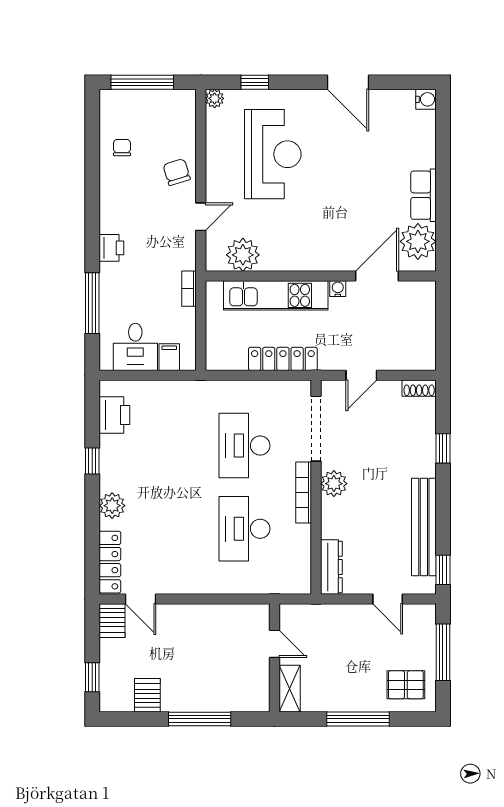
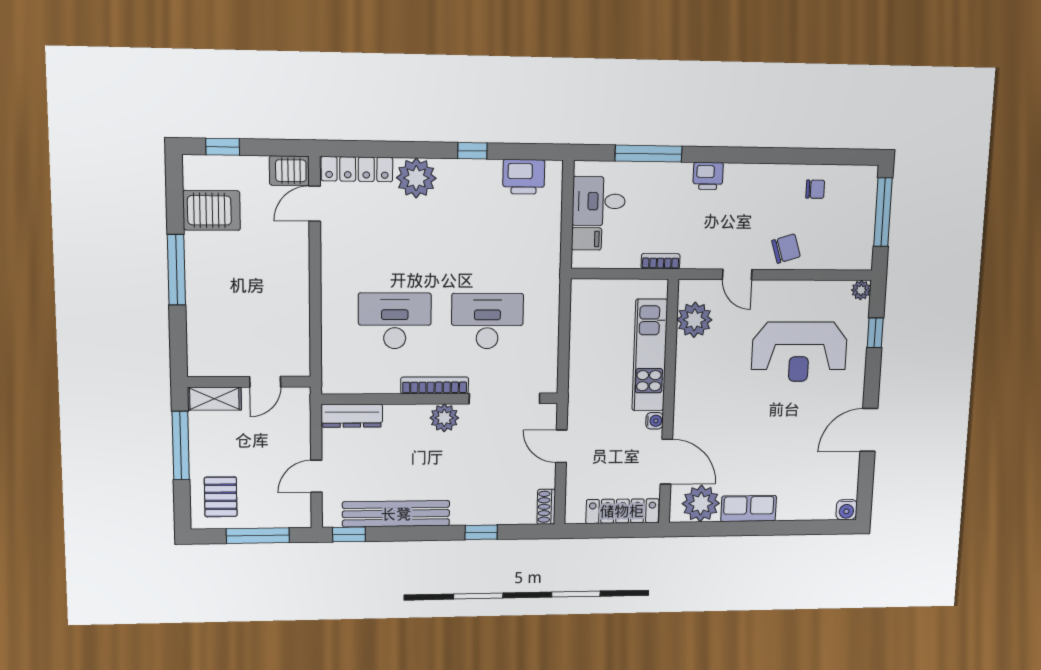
locker: (283, 359) -> (622, 511), moved, turned -90
plant: (112, 506) -> (416, 178), width x1.36, depth x1.36
door: (275, 644) -> (265, 382), moved
wall: (275, 658) -> (249, 382), moved
shelving: (290, 689) -> (214, 399), moved
server rack: (147, 695) -> (212, 210), width x1.36, depth x1.44

